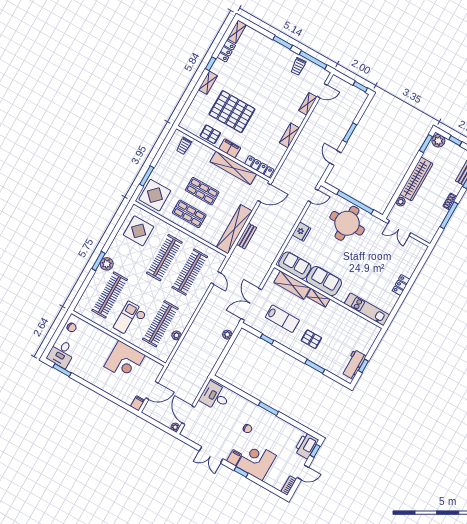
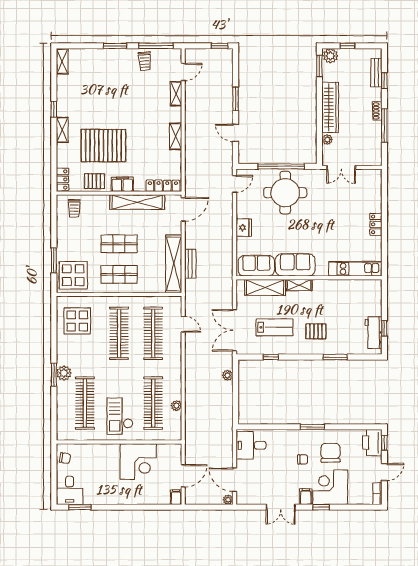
locker: (226, 51) -> (63, 179), moved
chair: (271, 435) -> (331, 453), added

